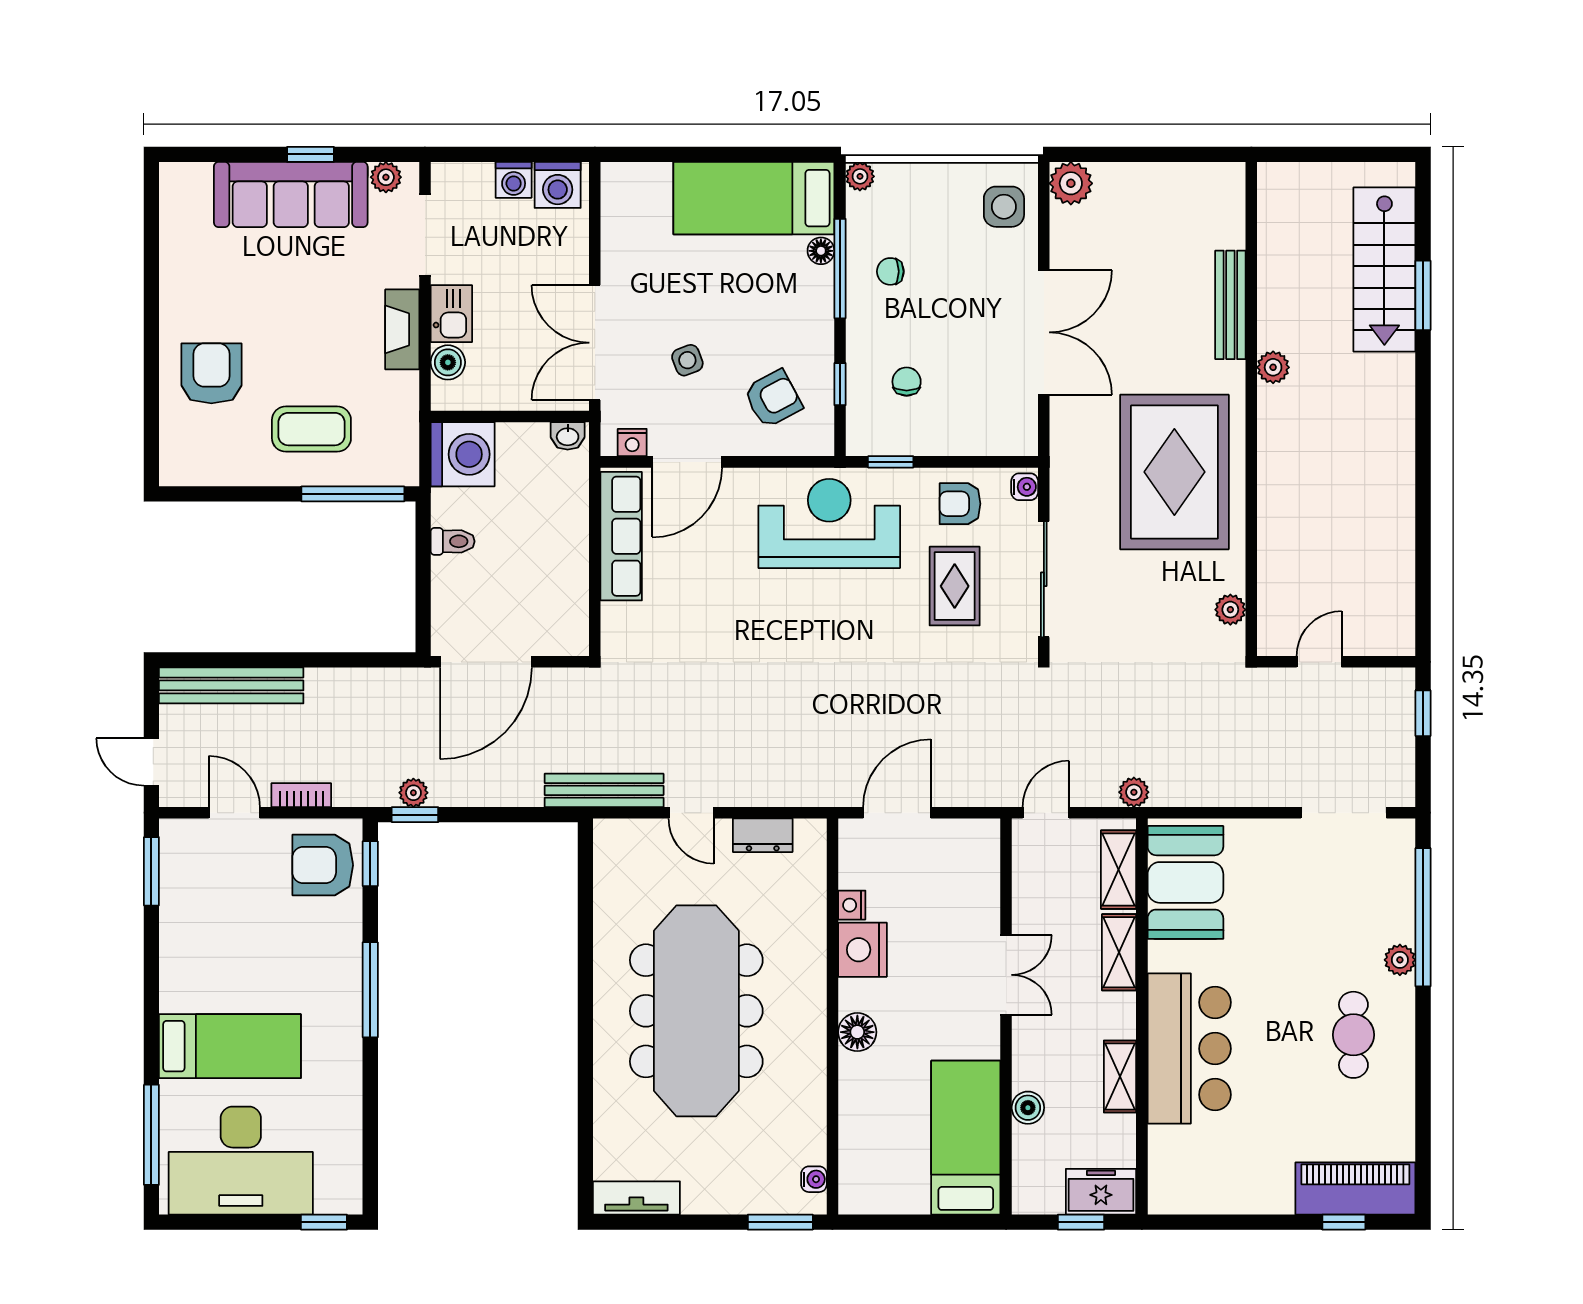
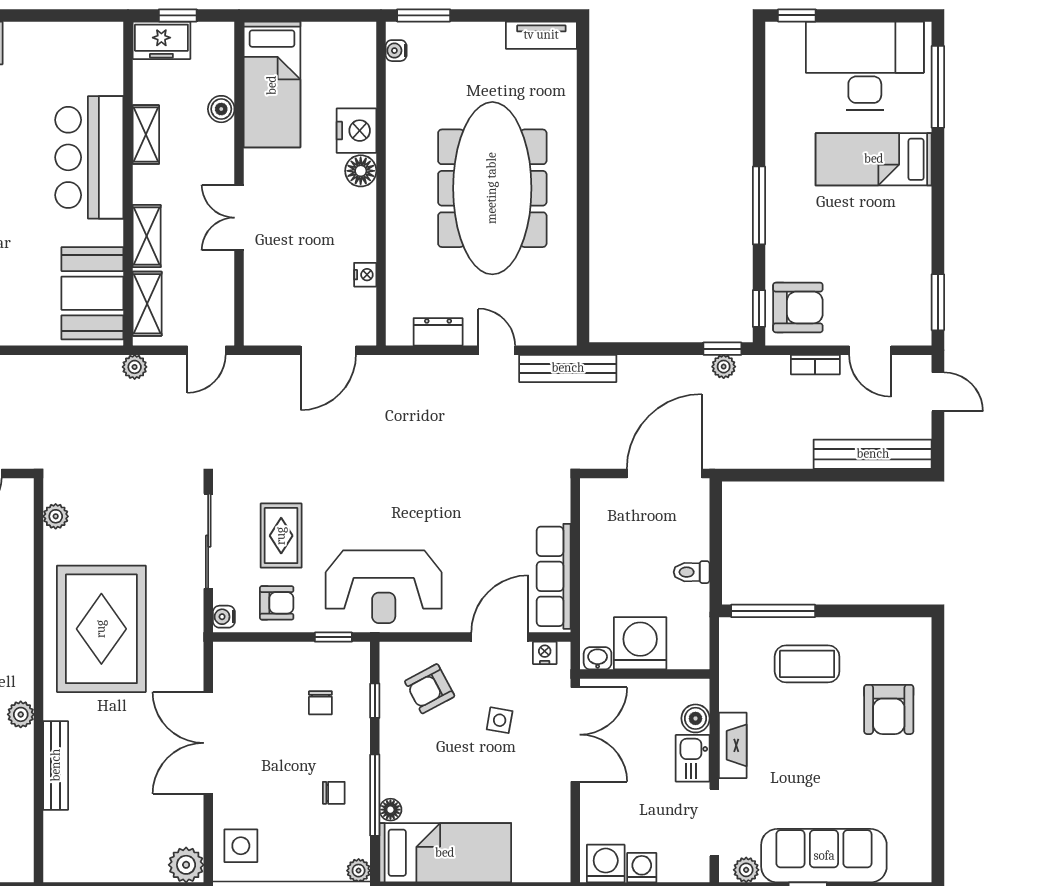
side table: (687, 360) -> (500, 720), turned 31
washing machine: (463, 454) -> (640, 643), moved, turned 90
nightstand: (862, 950) -> (356, 131), moved

